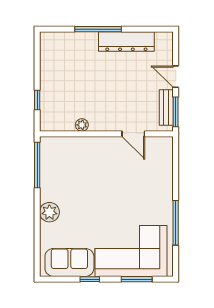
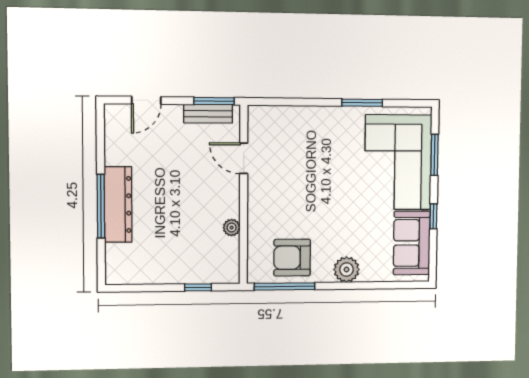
dresser: (126, 42) -> (118, 205), moved
door: (176, 77) -> (146, 100), moved
door: (133, 134) -> (244, 158), swing flipped
armchair: (59, 171) -> (292, 258), added
window: (176, 223) -> (362, 103), width x0.69

